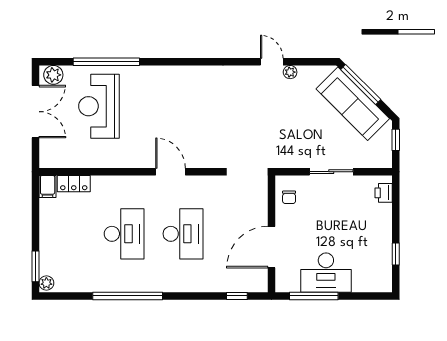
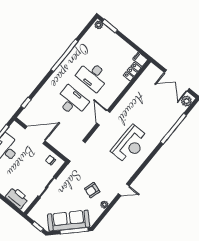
door: (272, 62) -> (124, 190), moved
armchair: (284, 105) -> (92, 190), added
reception desk: (99, 106) -> (130, 144), moved, turned 90
door: (171, 172) -> (103, 118), swing flipped
printer: (384, 193) -> (17, 198), width x1.87, depth x1.48
desk: (183, 234) -> (72, 101), turned 180
door: (272, 247) -> (35, 135), hinge flipped

